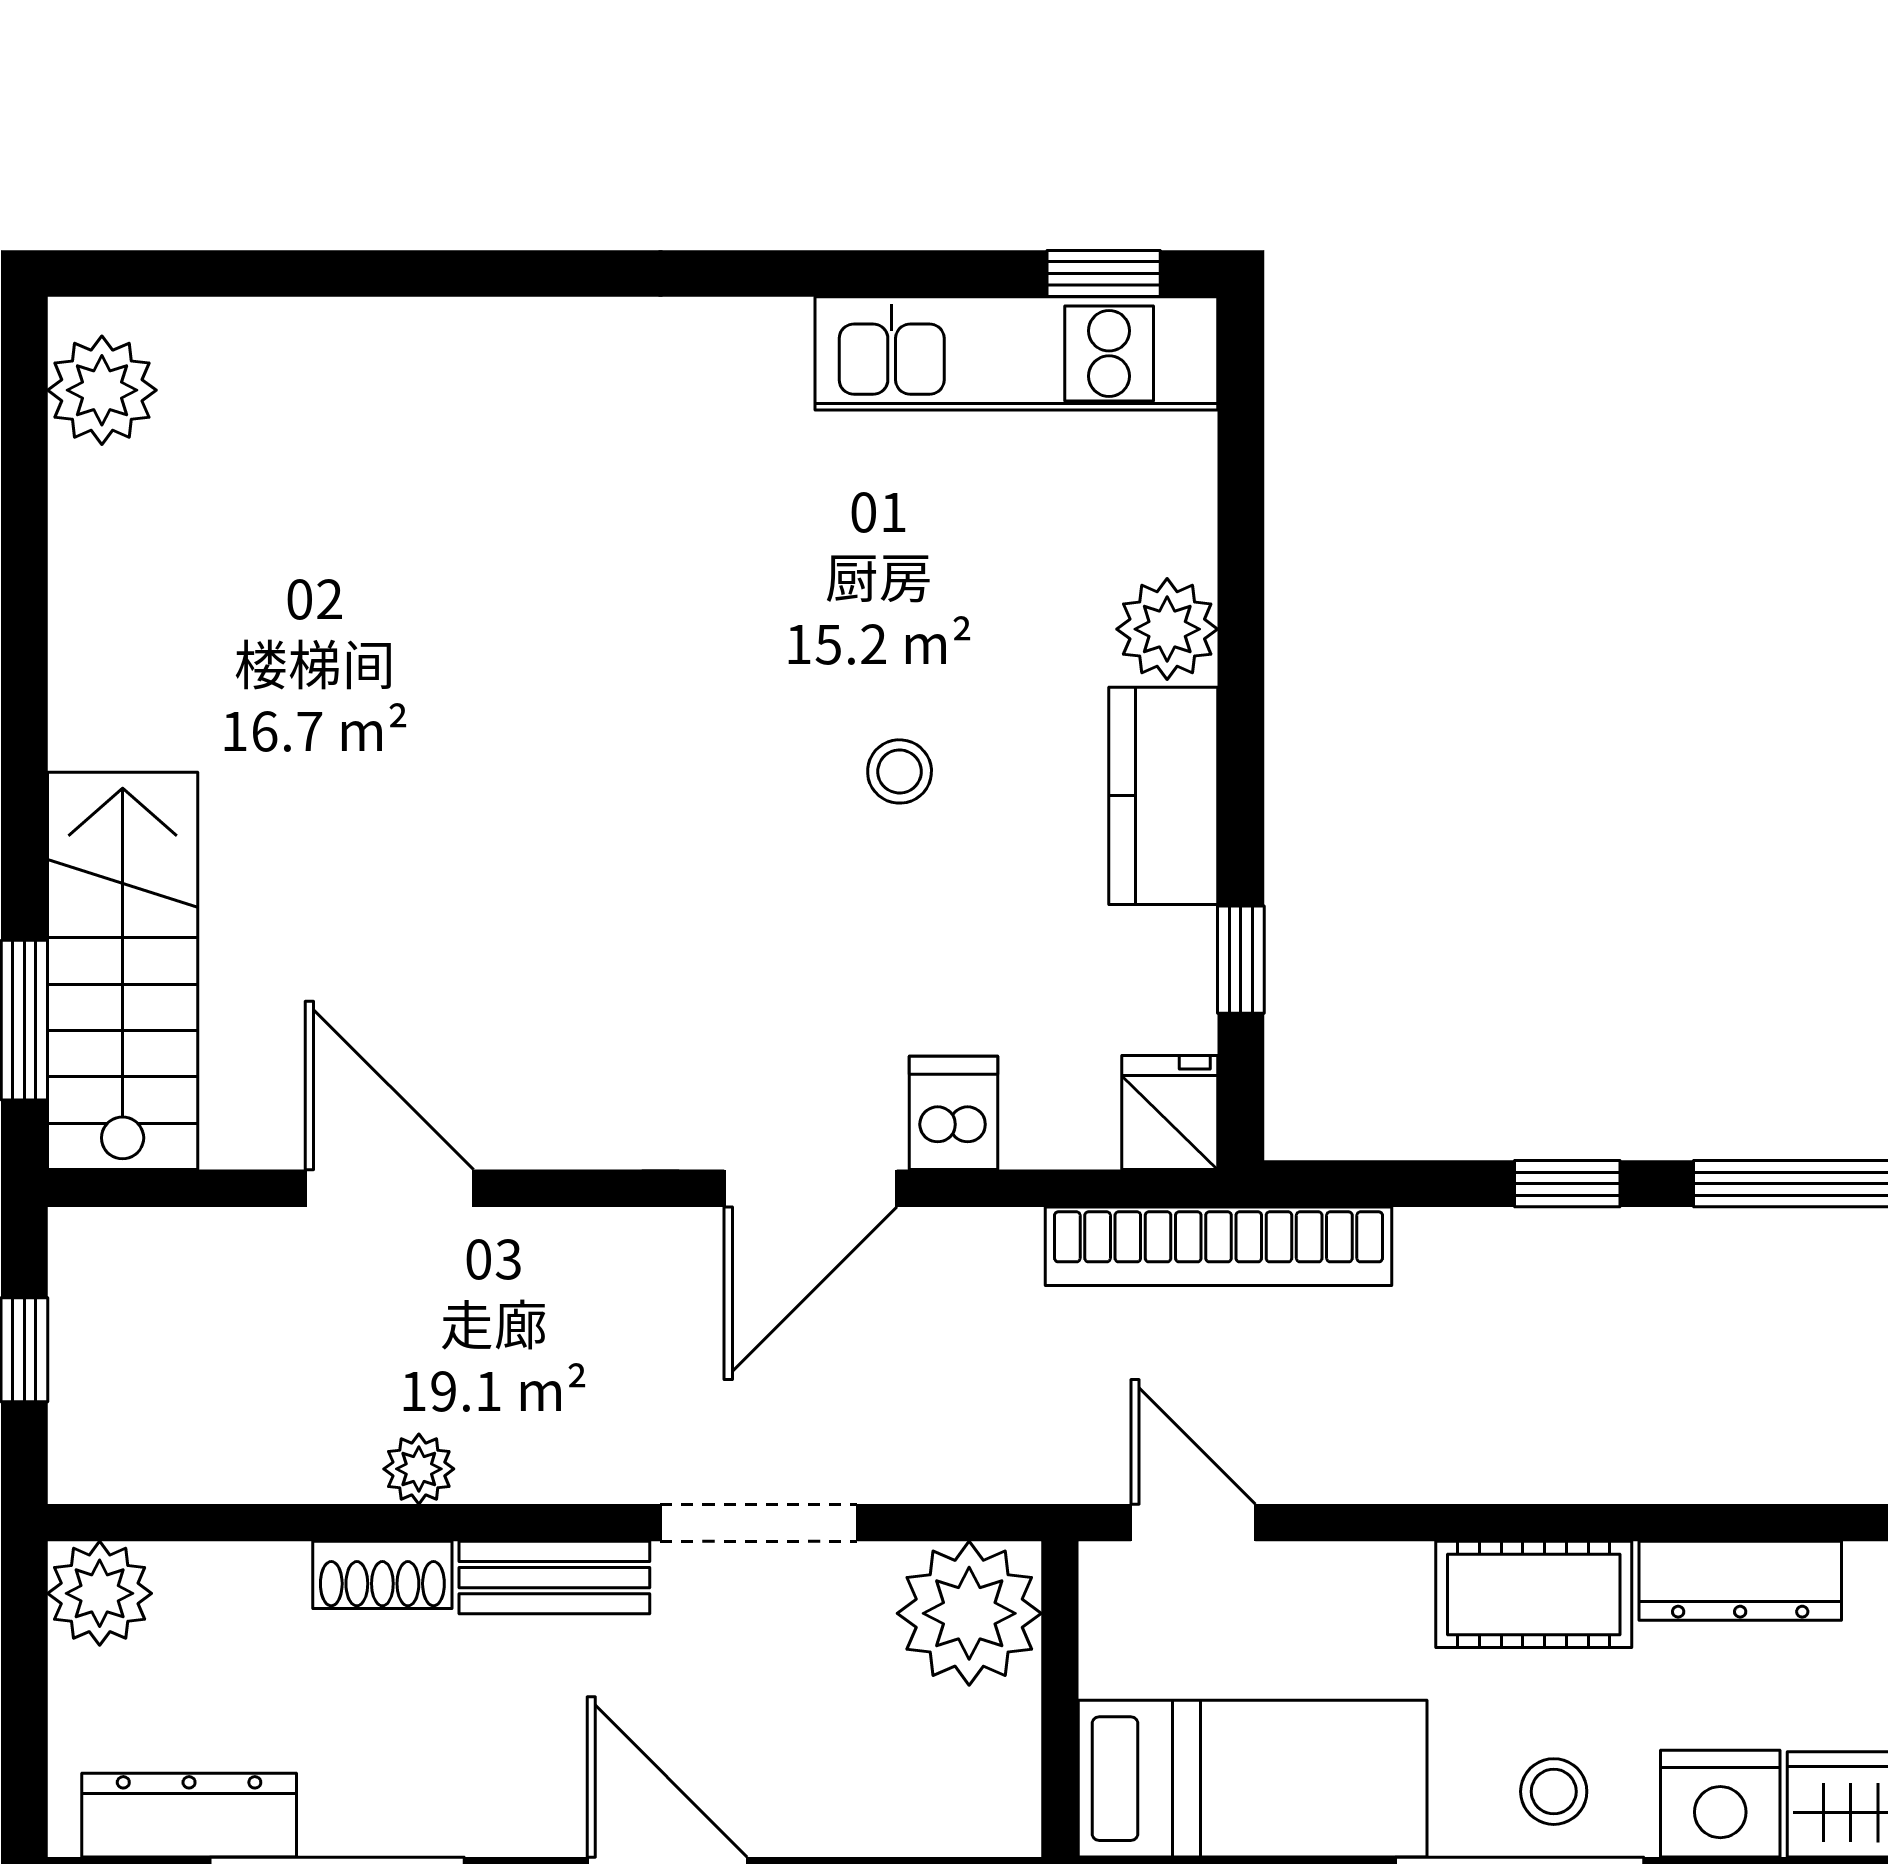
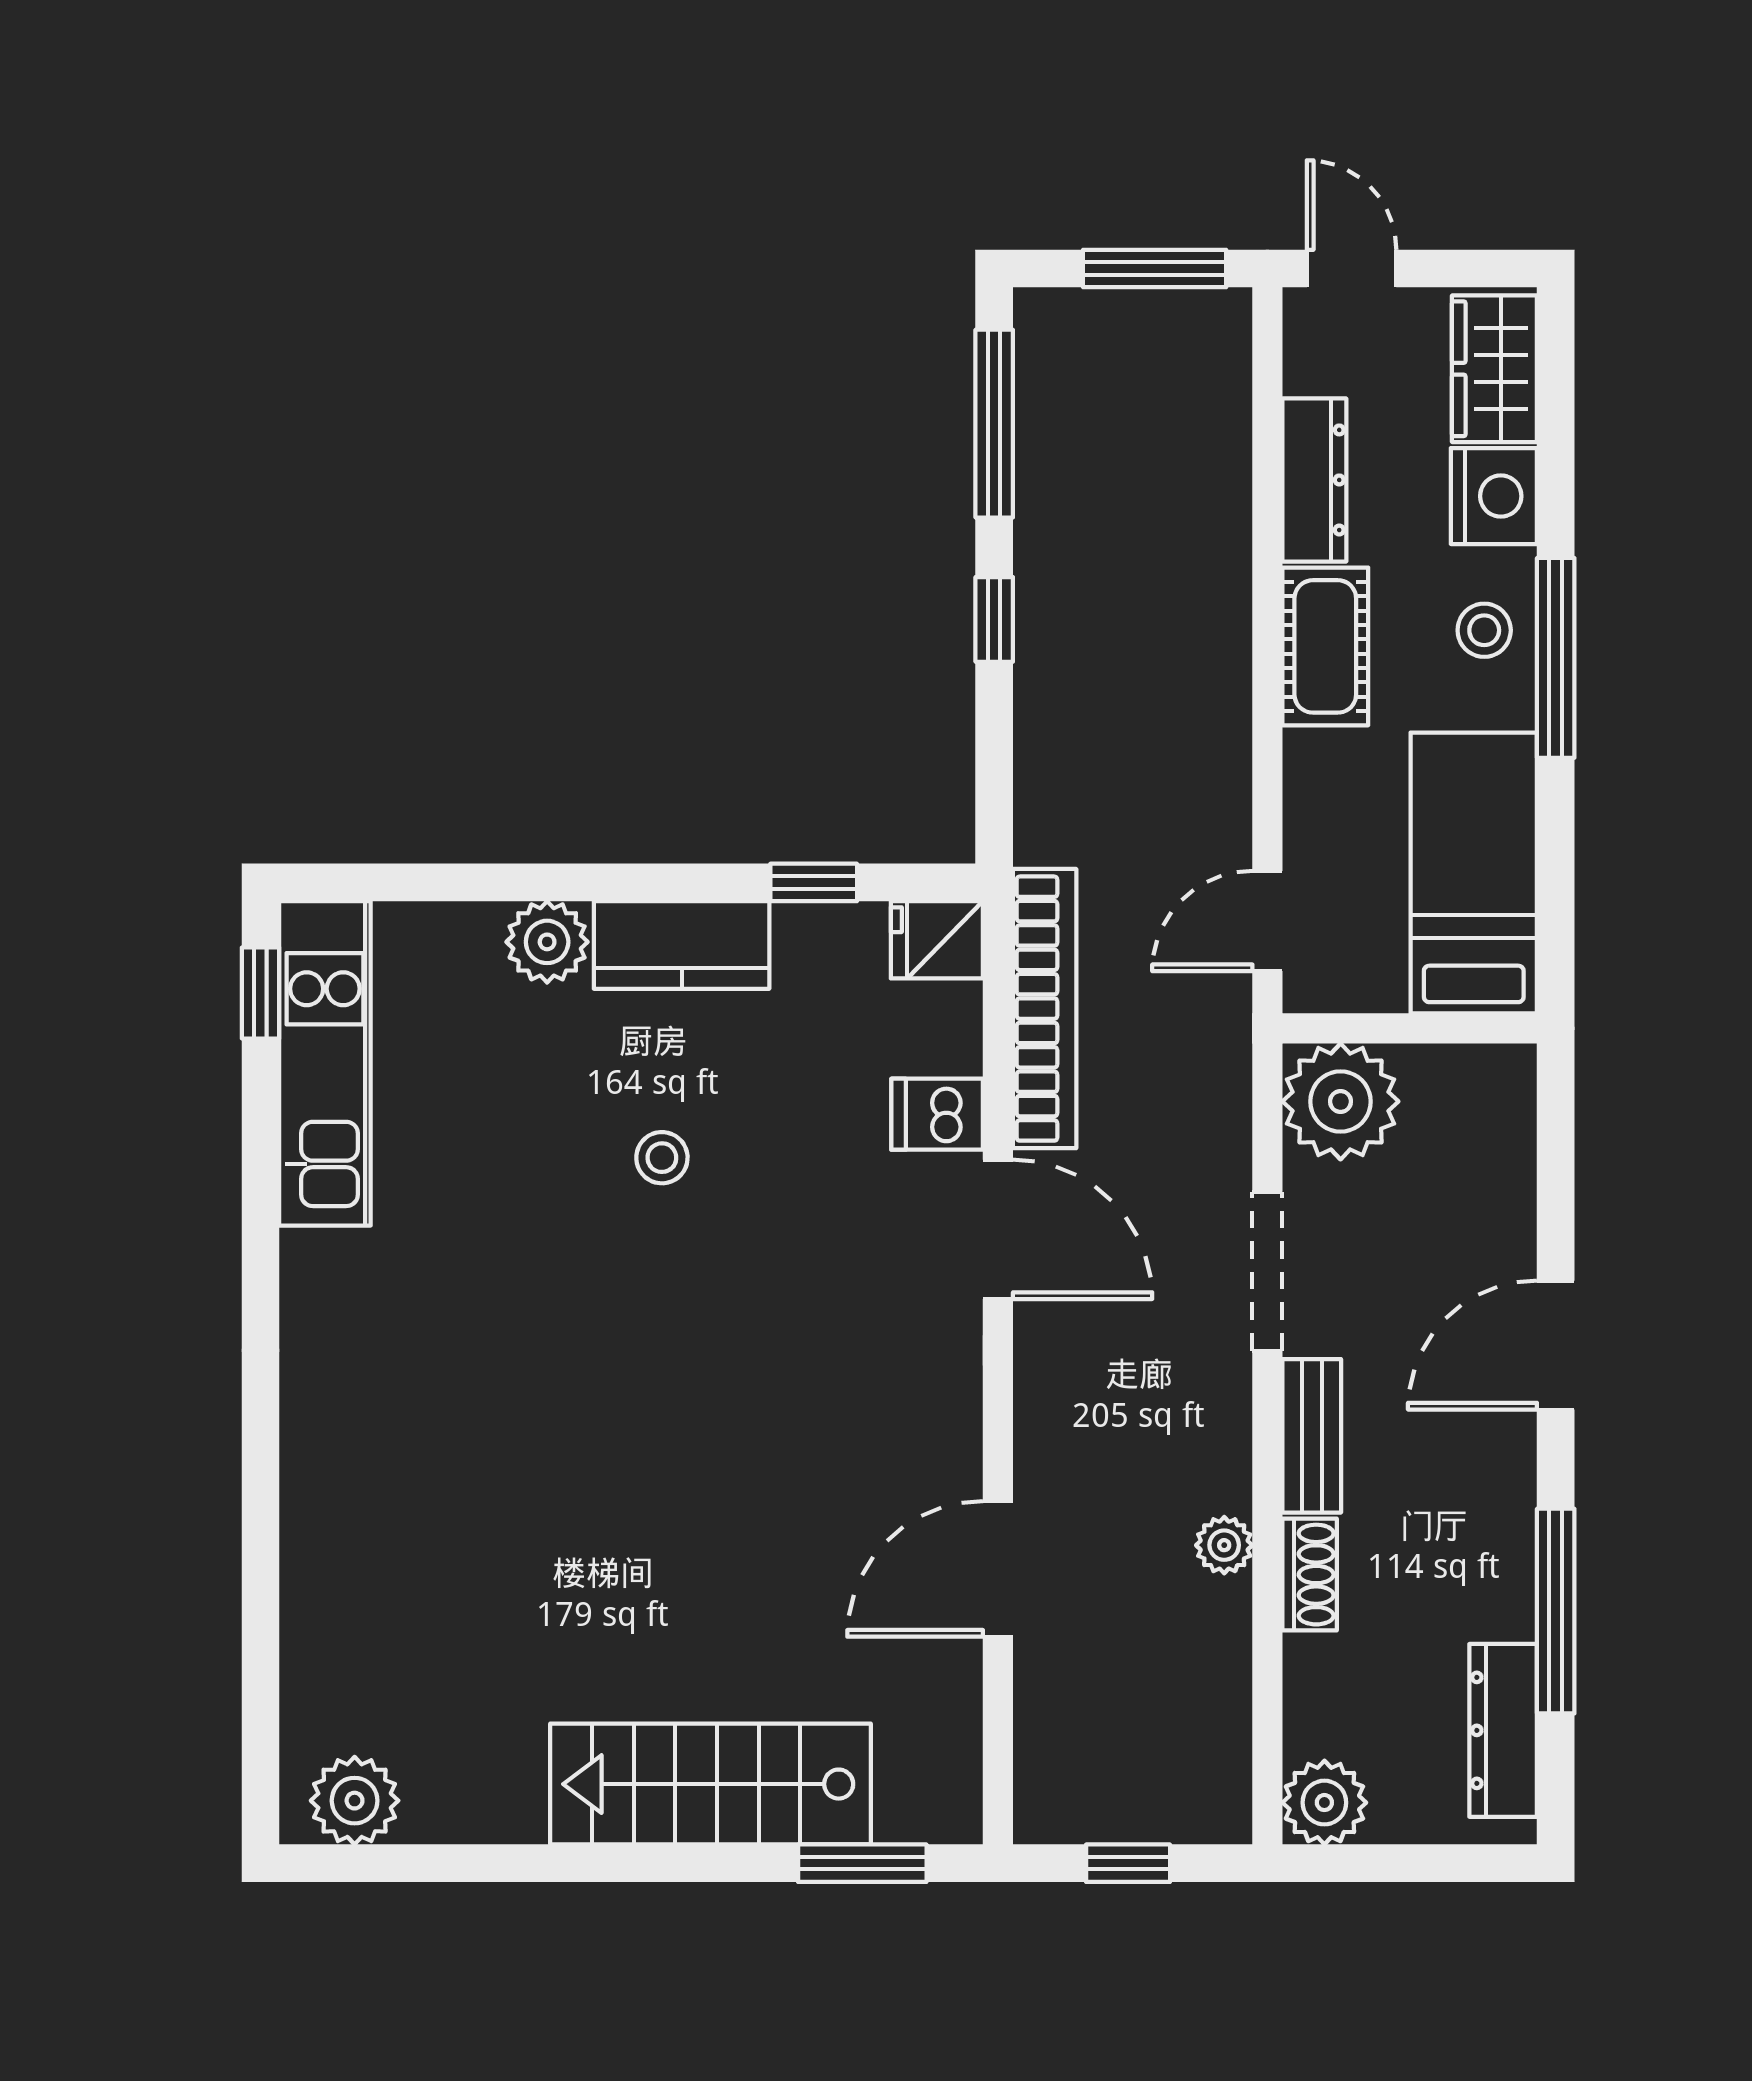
stairs: (123, 971) -> (710, 1784), moved
bookcase: (1218, 1246) -> (1045, 1009), moved

